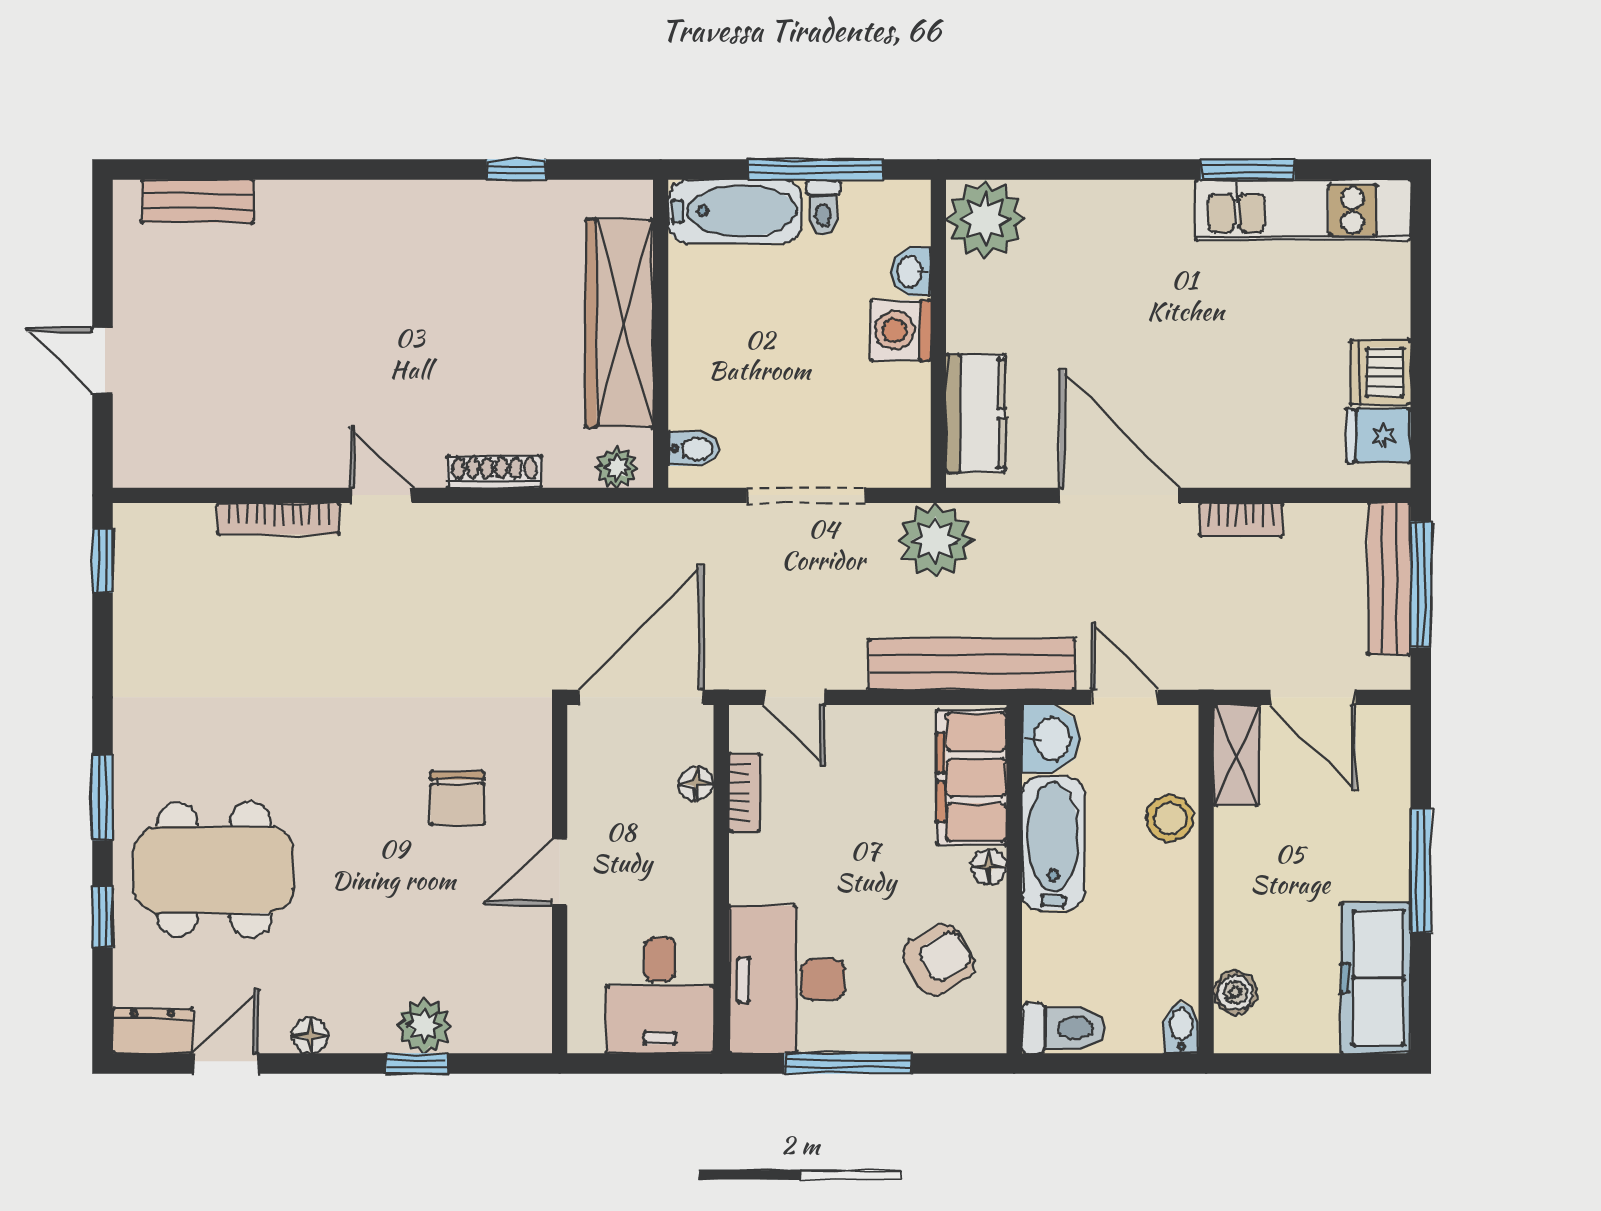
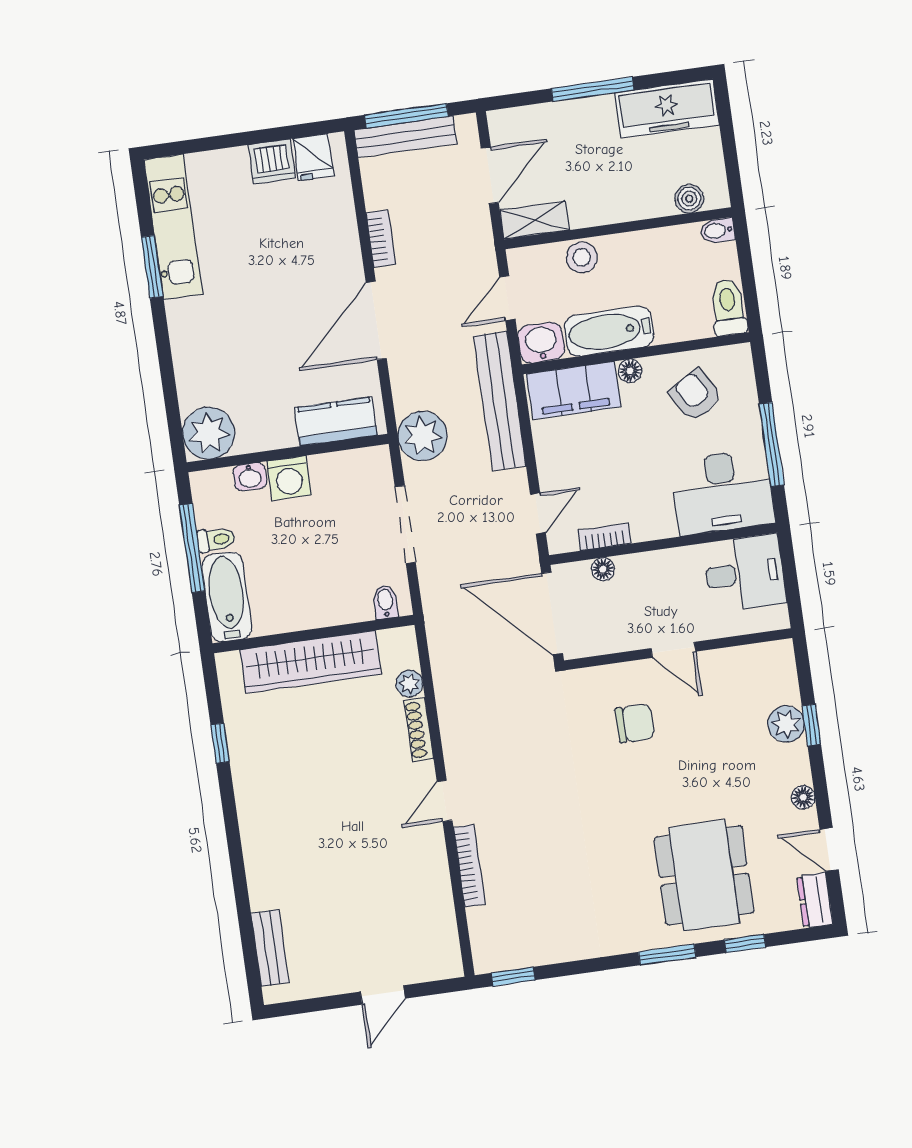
plant: (617, 467) -> (409, 684), moved

